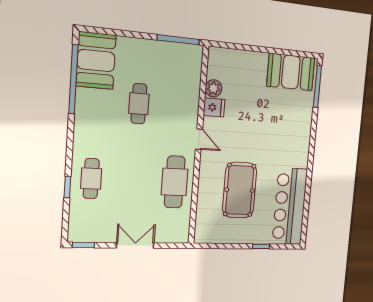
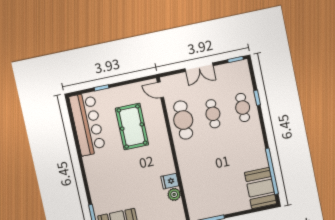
cafe table: (139, 104) -> (213, 114), moved
door: (199, 139) -> (160, 90), moved

